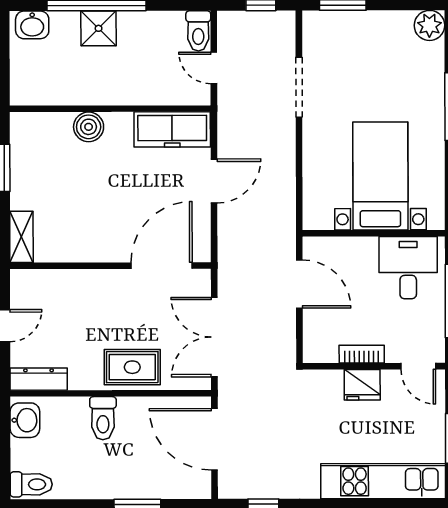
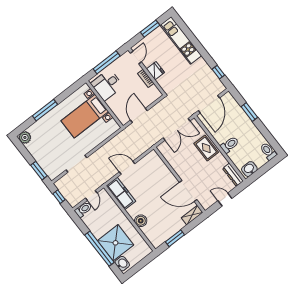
shower: (99, 28) -> (115, 243), width x1.86, depth x1.86
door: (162, 266) -> (188, 191), moved

